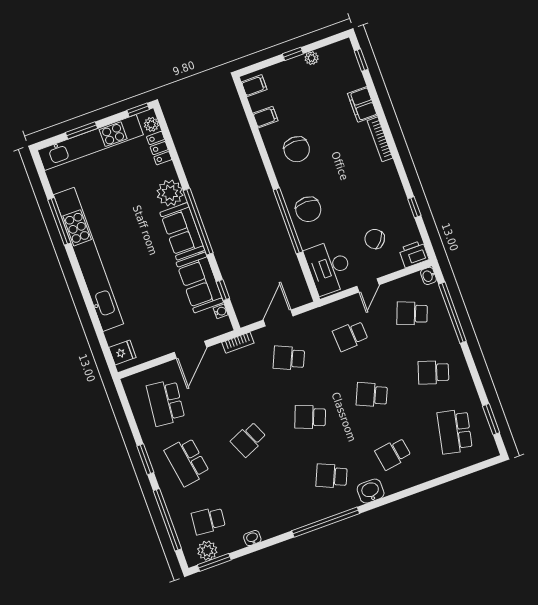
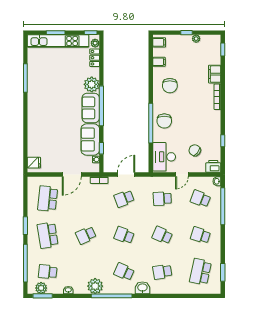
kitchen unit: (89, 259) -> (34, 105), removed
school desk: (289, 358) -> (124, 199), turned -45
plant: (293, 516) -> (95, 286), added

